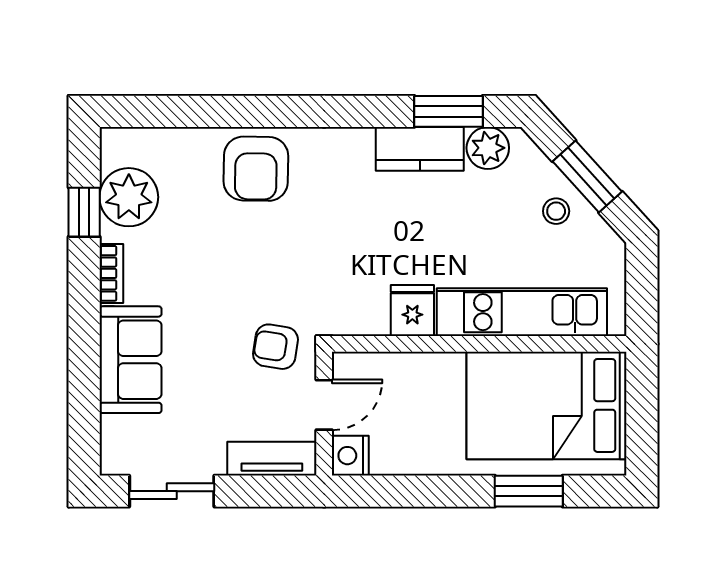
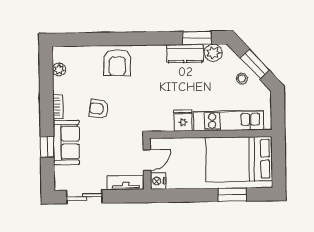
plant: (129, 197) -> (59, 70), width x0.53, depth x0.53
window: (84, 212) -> (47, 147), moved
armchair: (275, 347) -> (99, 109), moved

